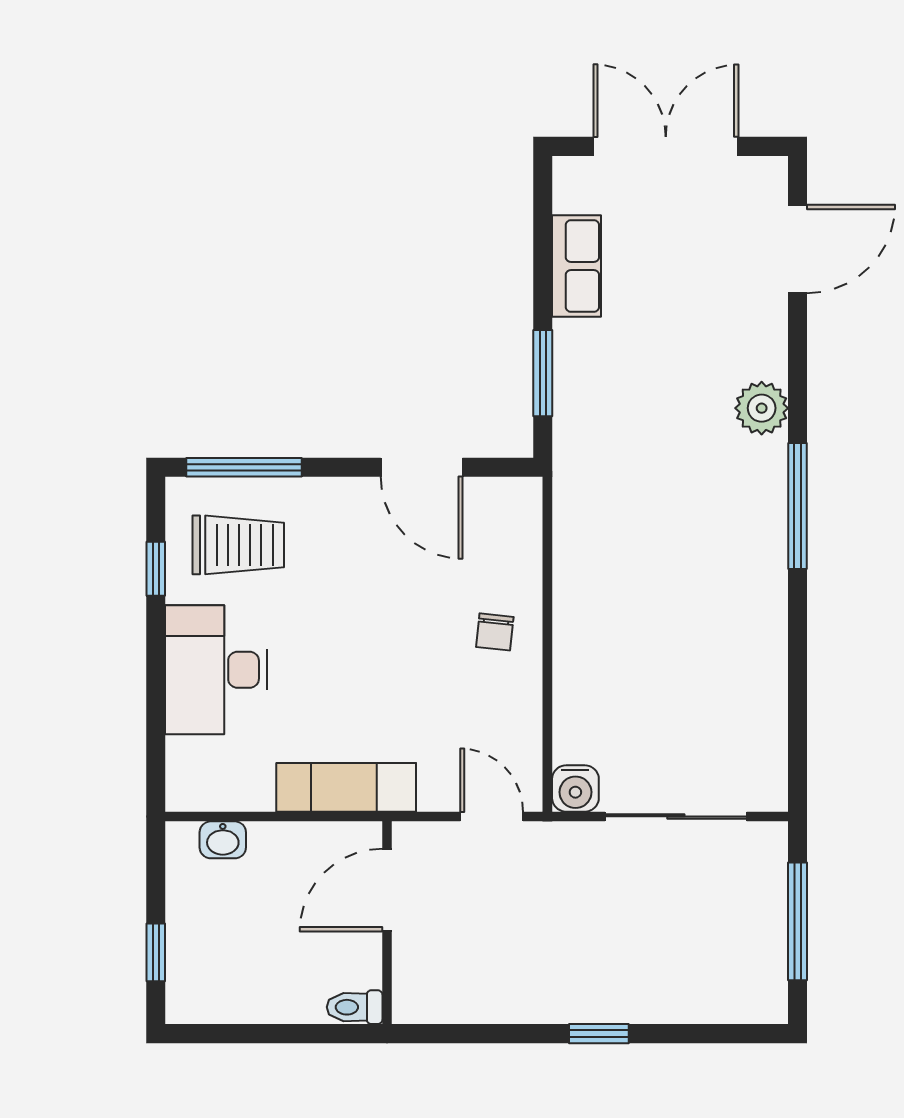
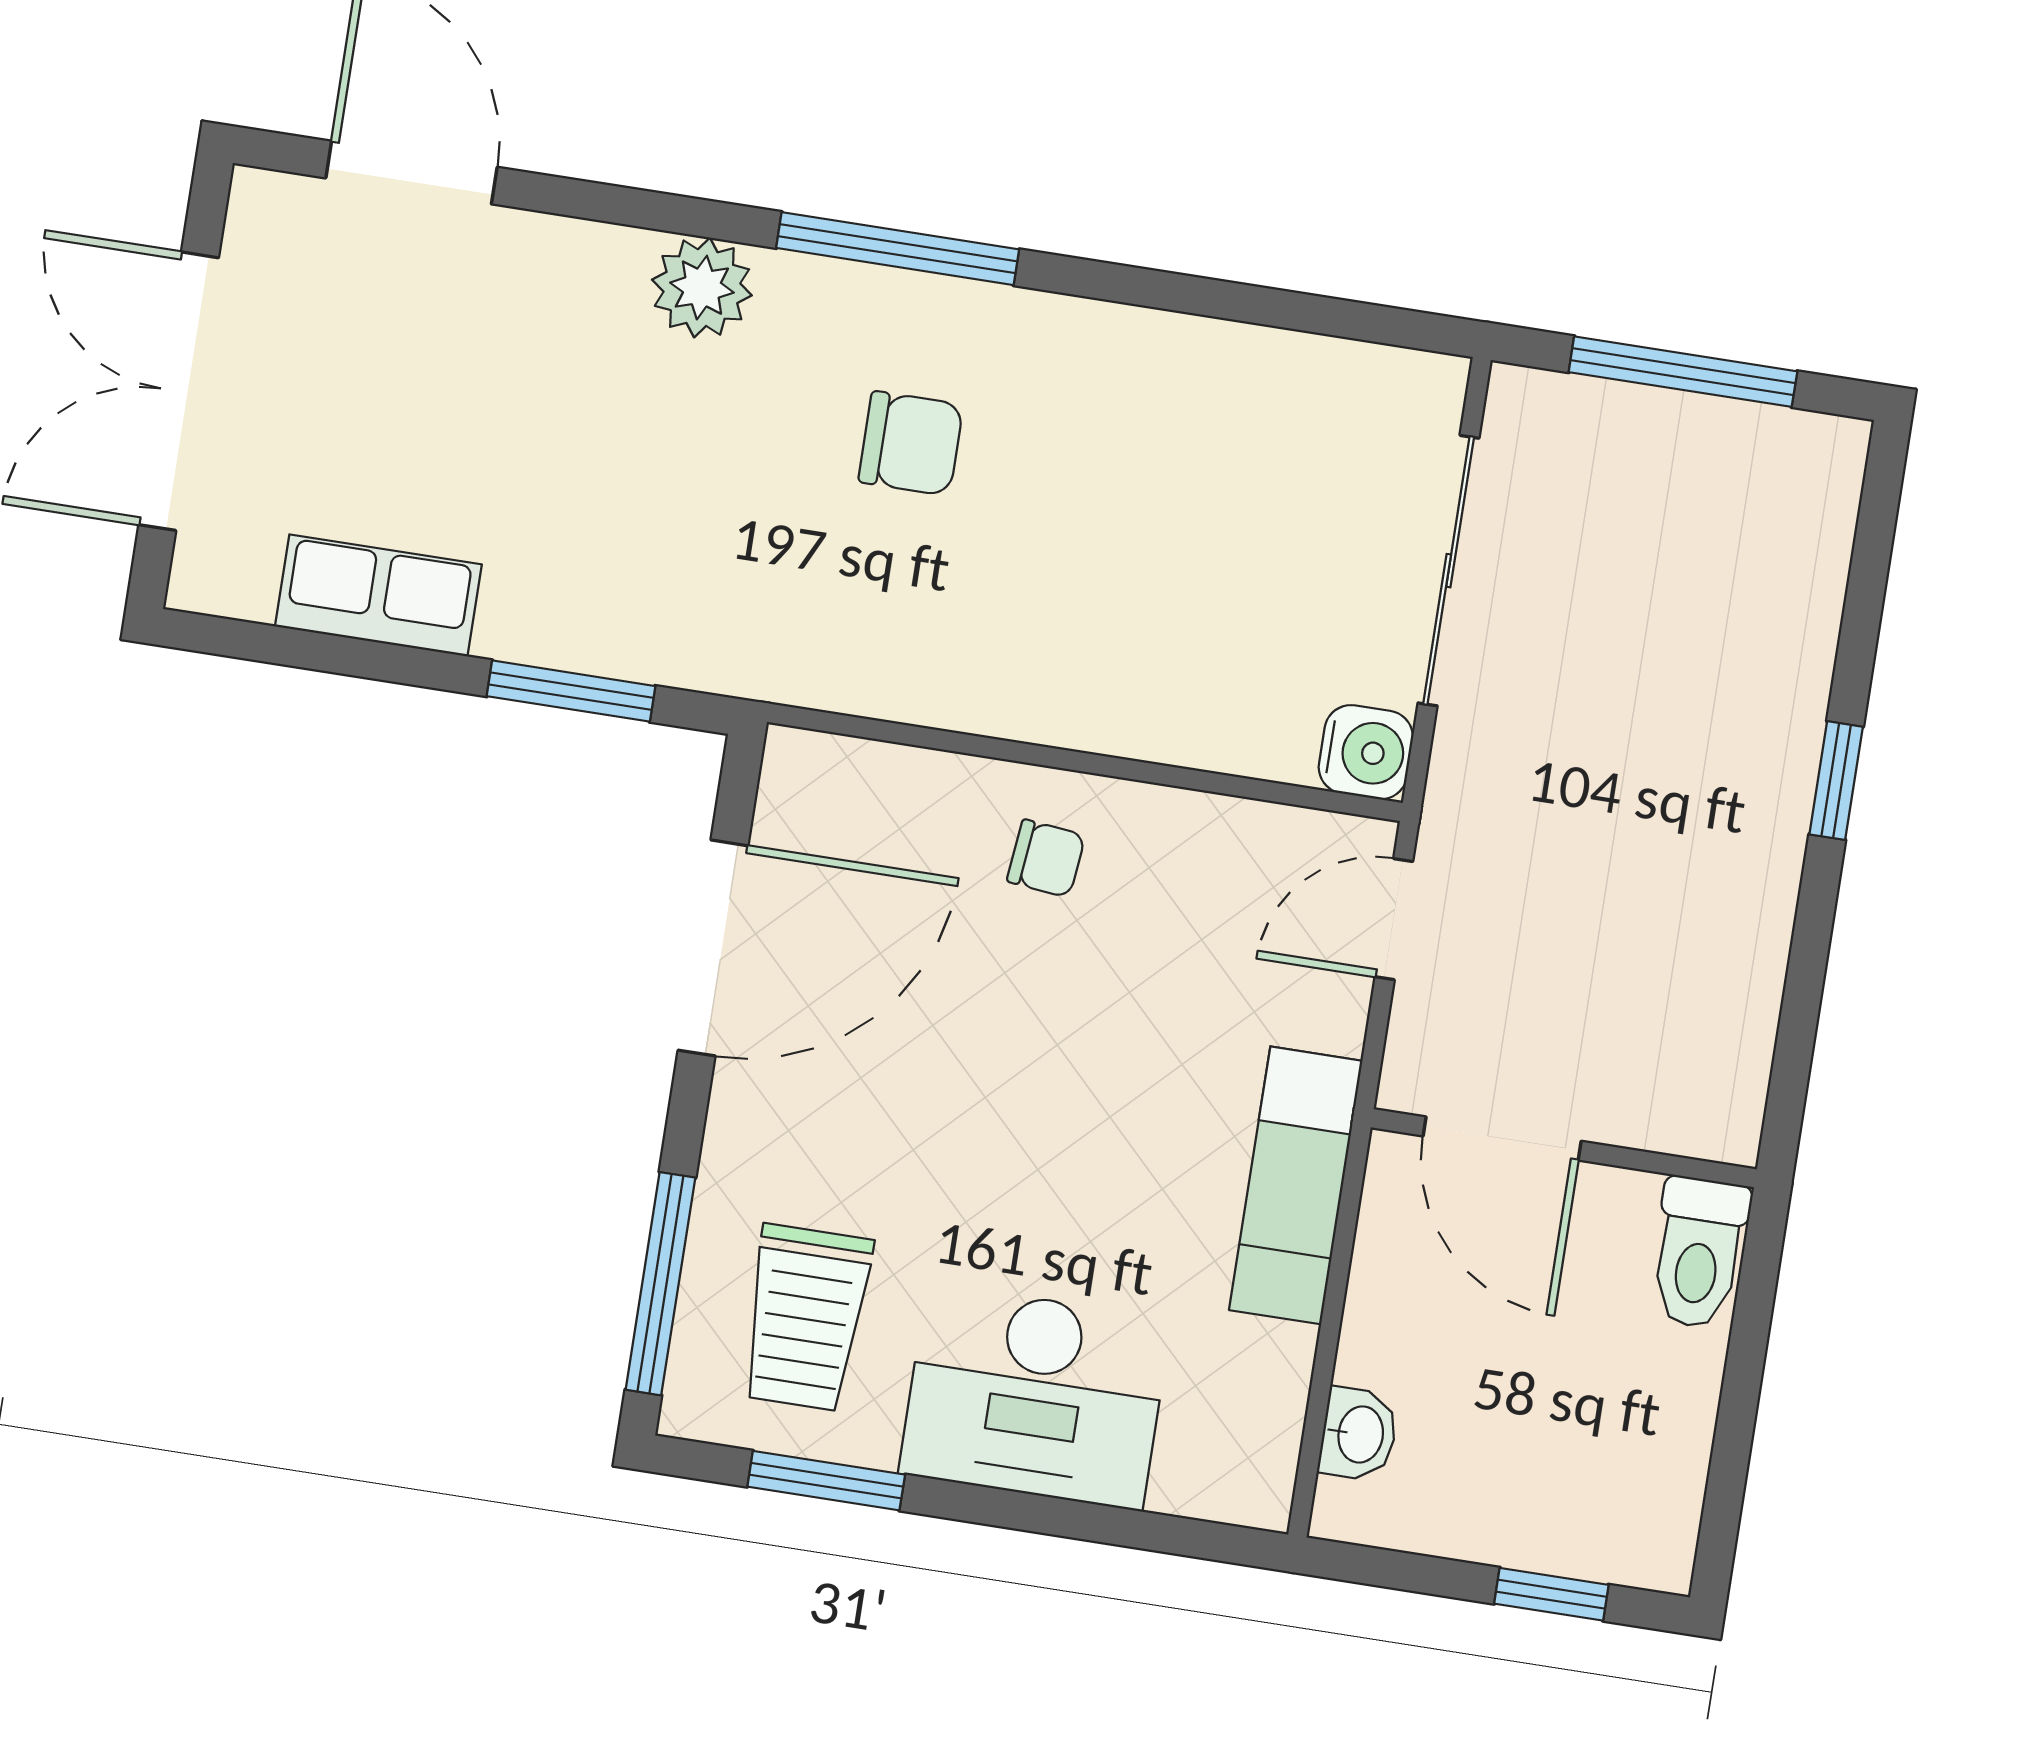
door: (422, 467) -> (713, 948), width x1.36
chair: (698, 529) -> (911, 443), added
trolley: (238, 545) -> (806, 1318), turned 180
window: (156, 569) -> (826, 1481), width x1.50
toilet: (355, 1007) -> (1699, 1253), width x1.37, depth x1.39

